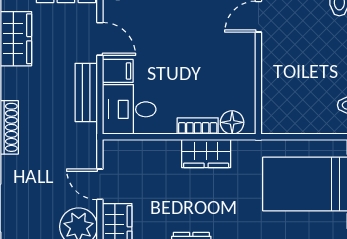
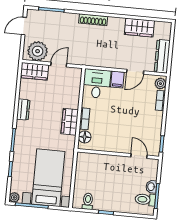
bench: (86, 92) -> (108, 62), removed

